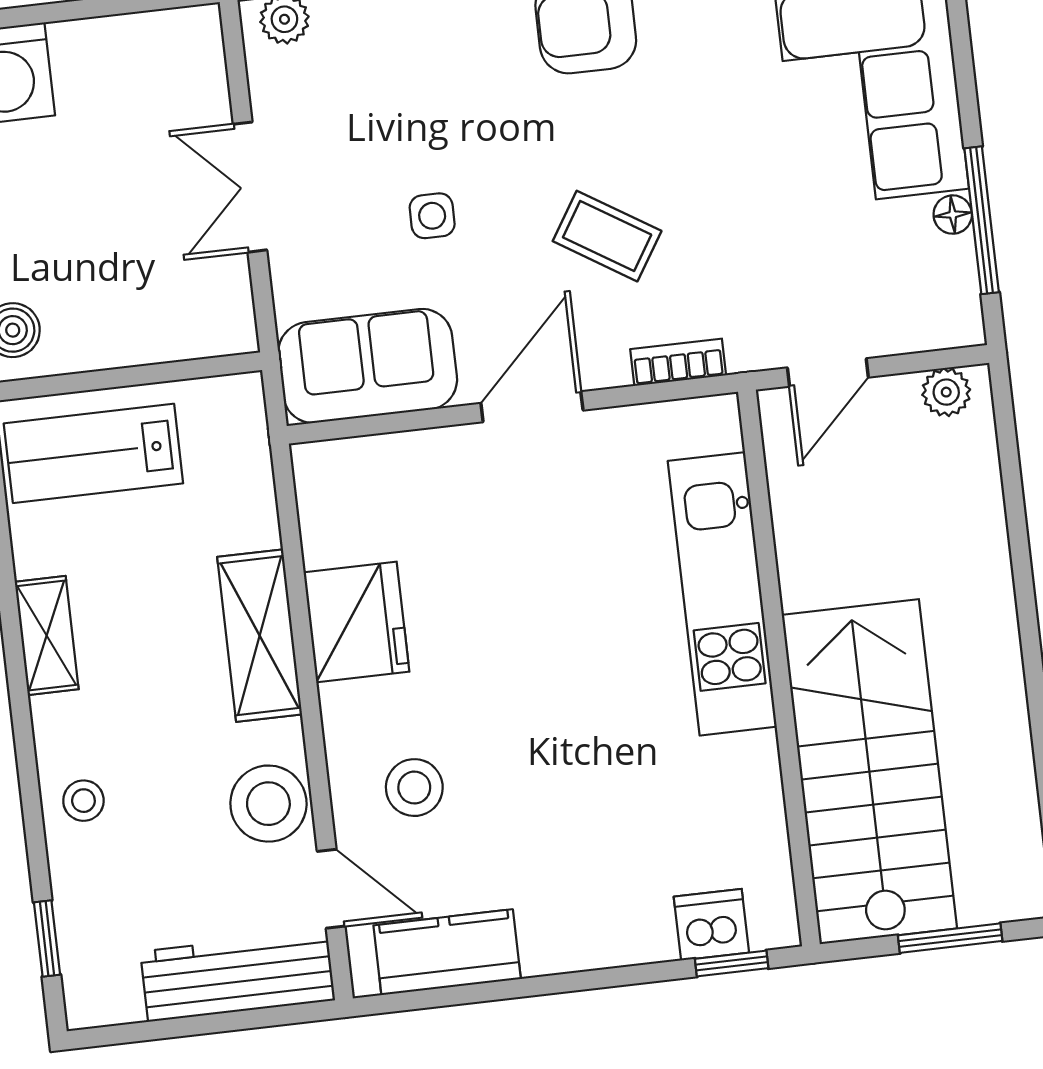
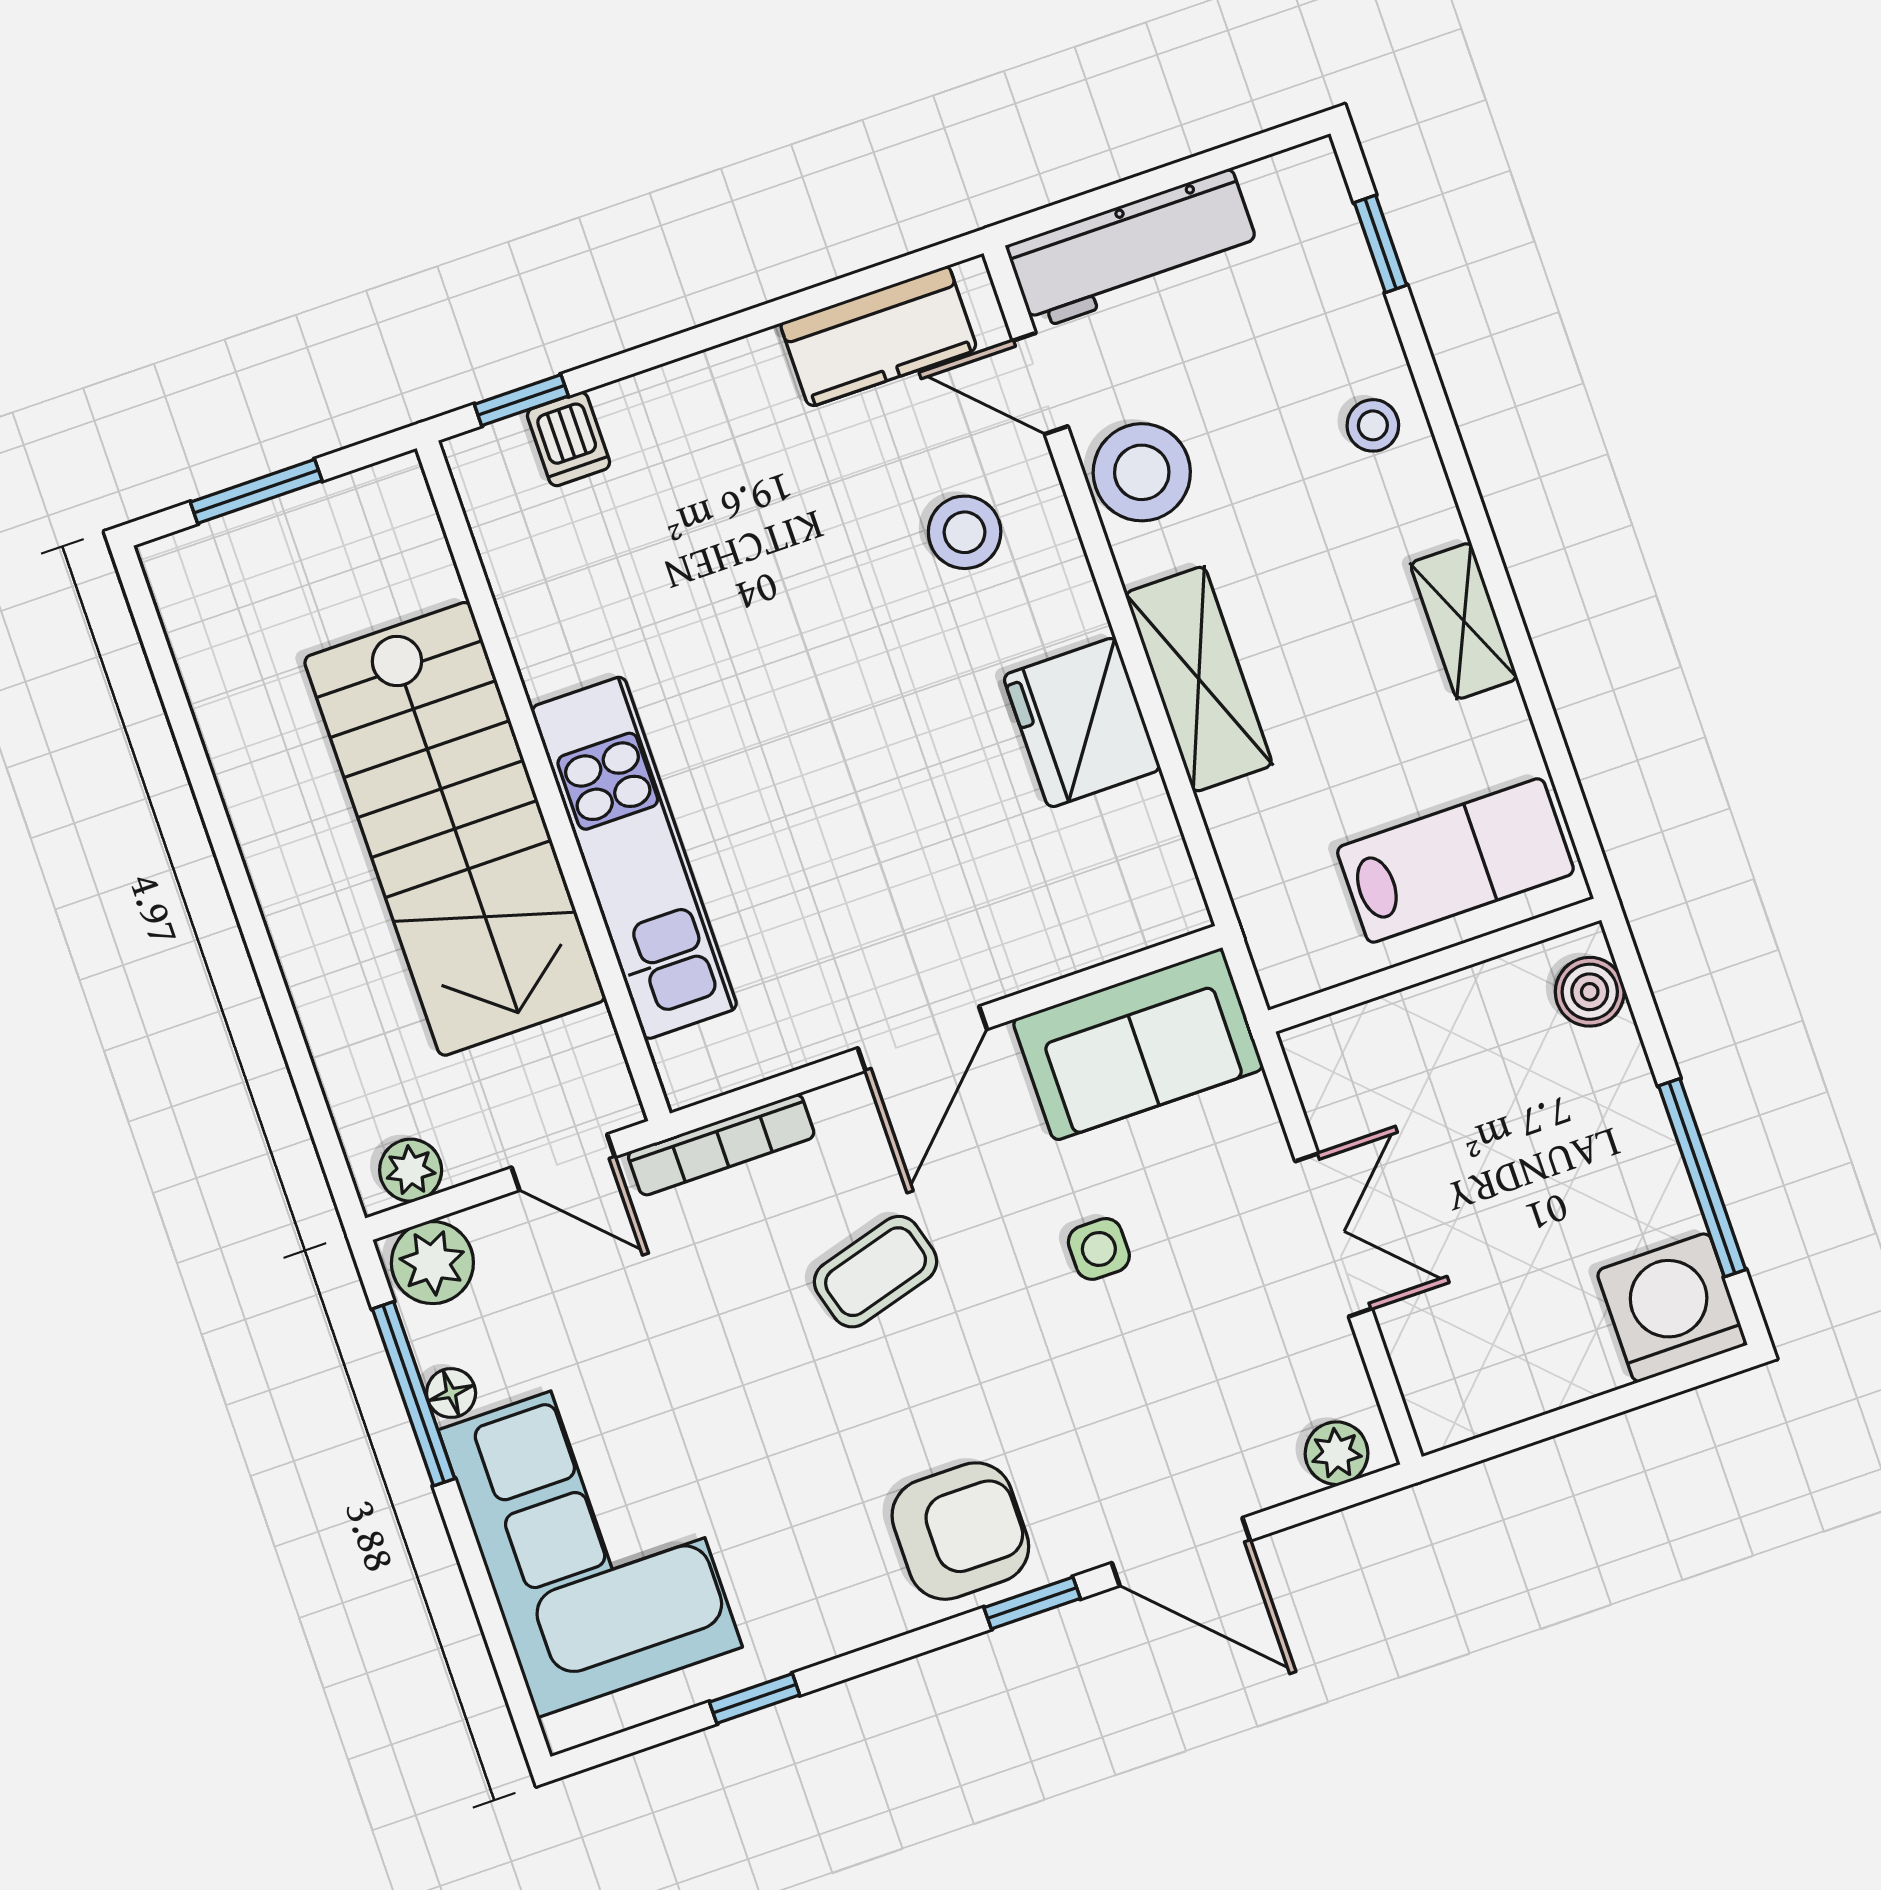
coffee table: (607, 236) -> (876, 1272), turned -48
plant: (945, 318) -> (432, 1263), added
bookcase: (678, 362) -> (721, 1145), width x1.56
door: (828, 372) -> (563, 1162), swing flipped
stairs: (869, 772) -> (455, 829), moved
dishwasher: (711, 925) -> (569, 439), width x0.73

